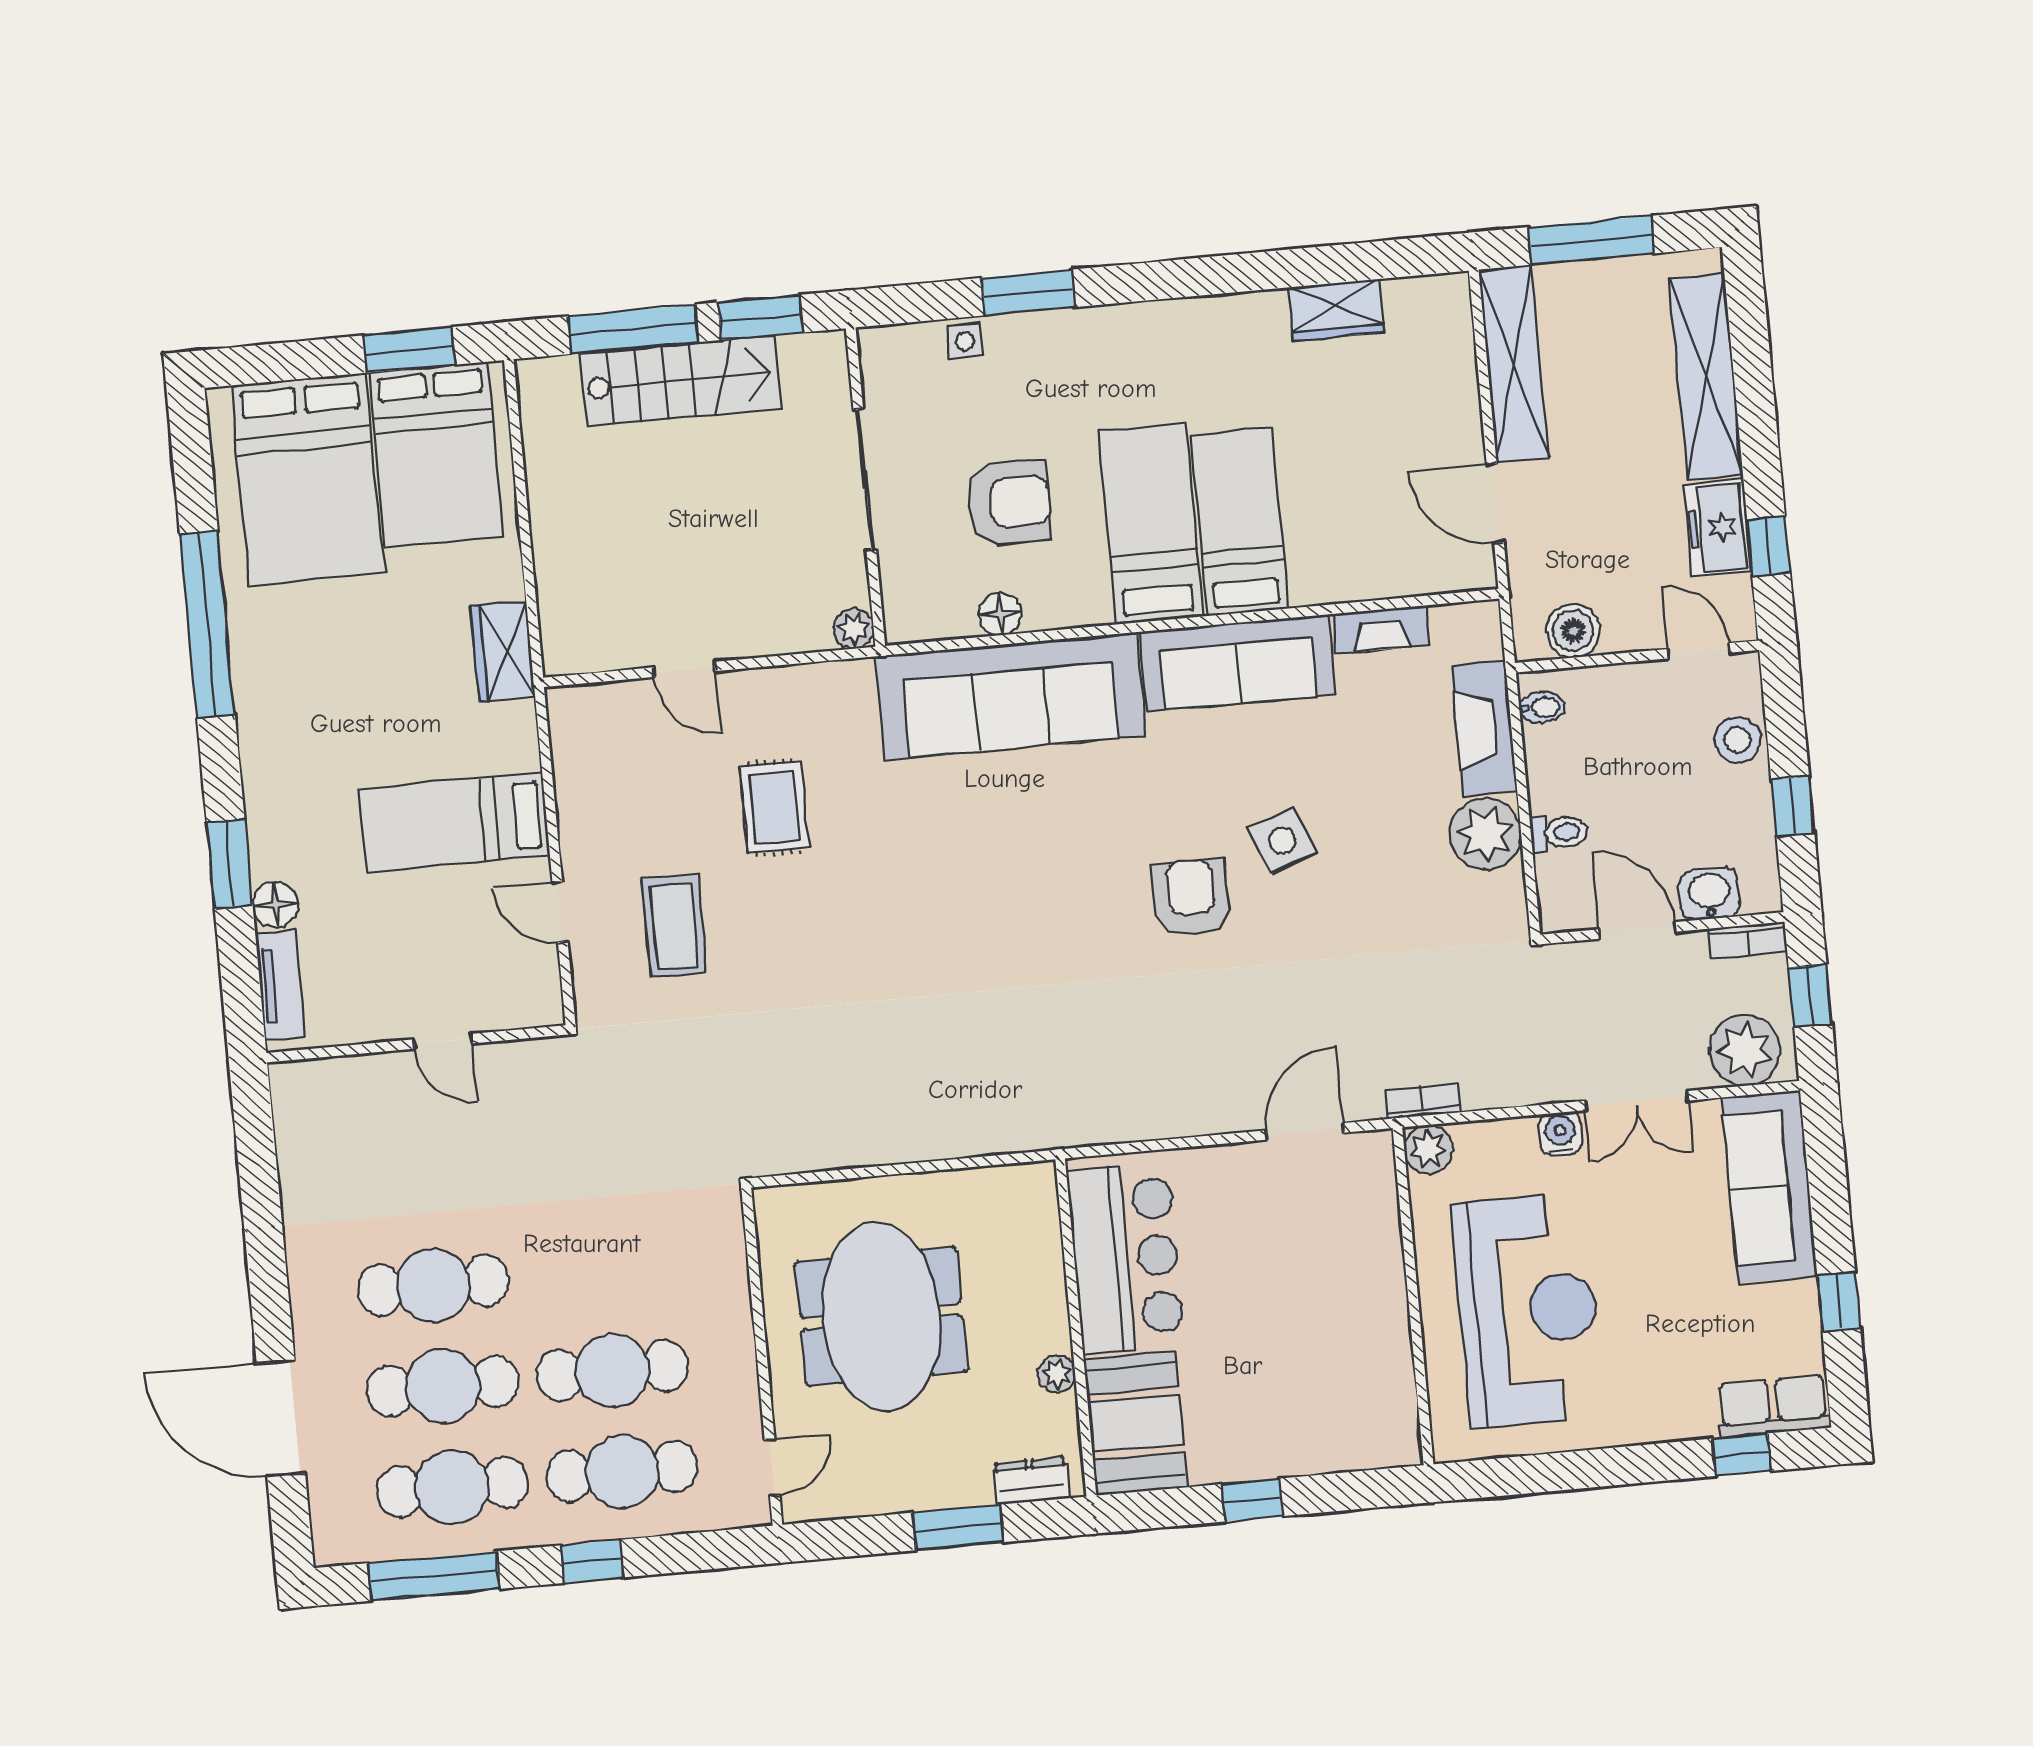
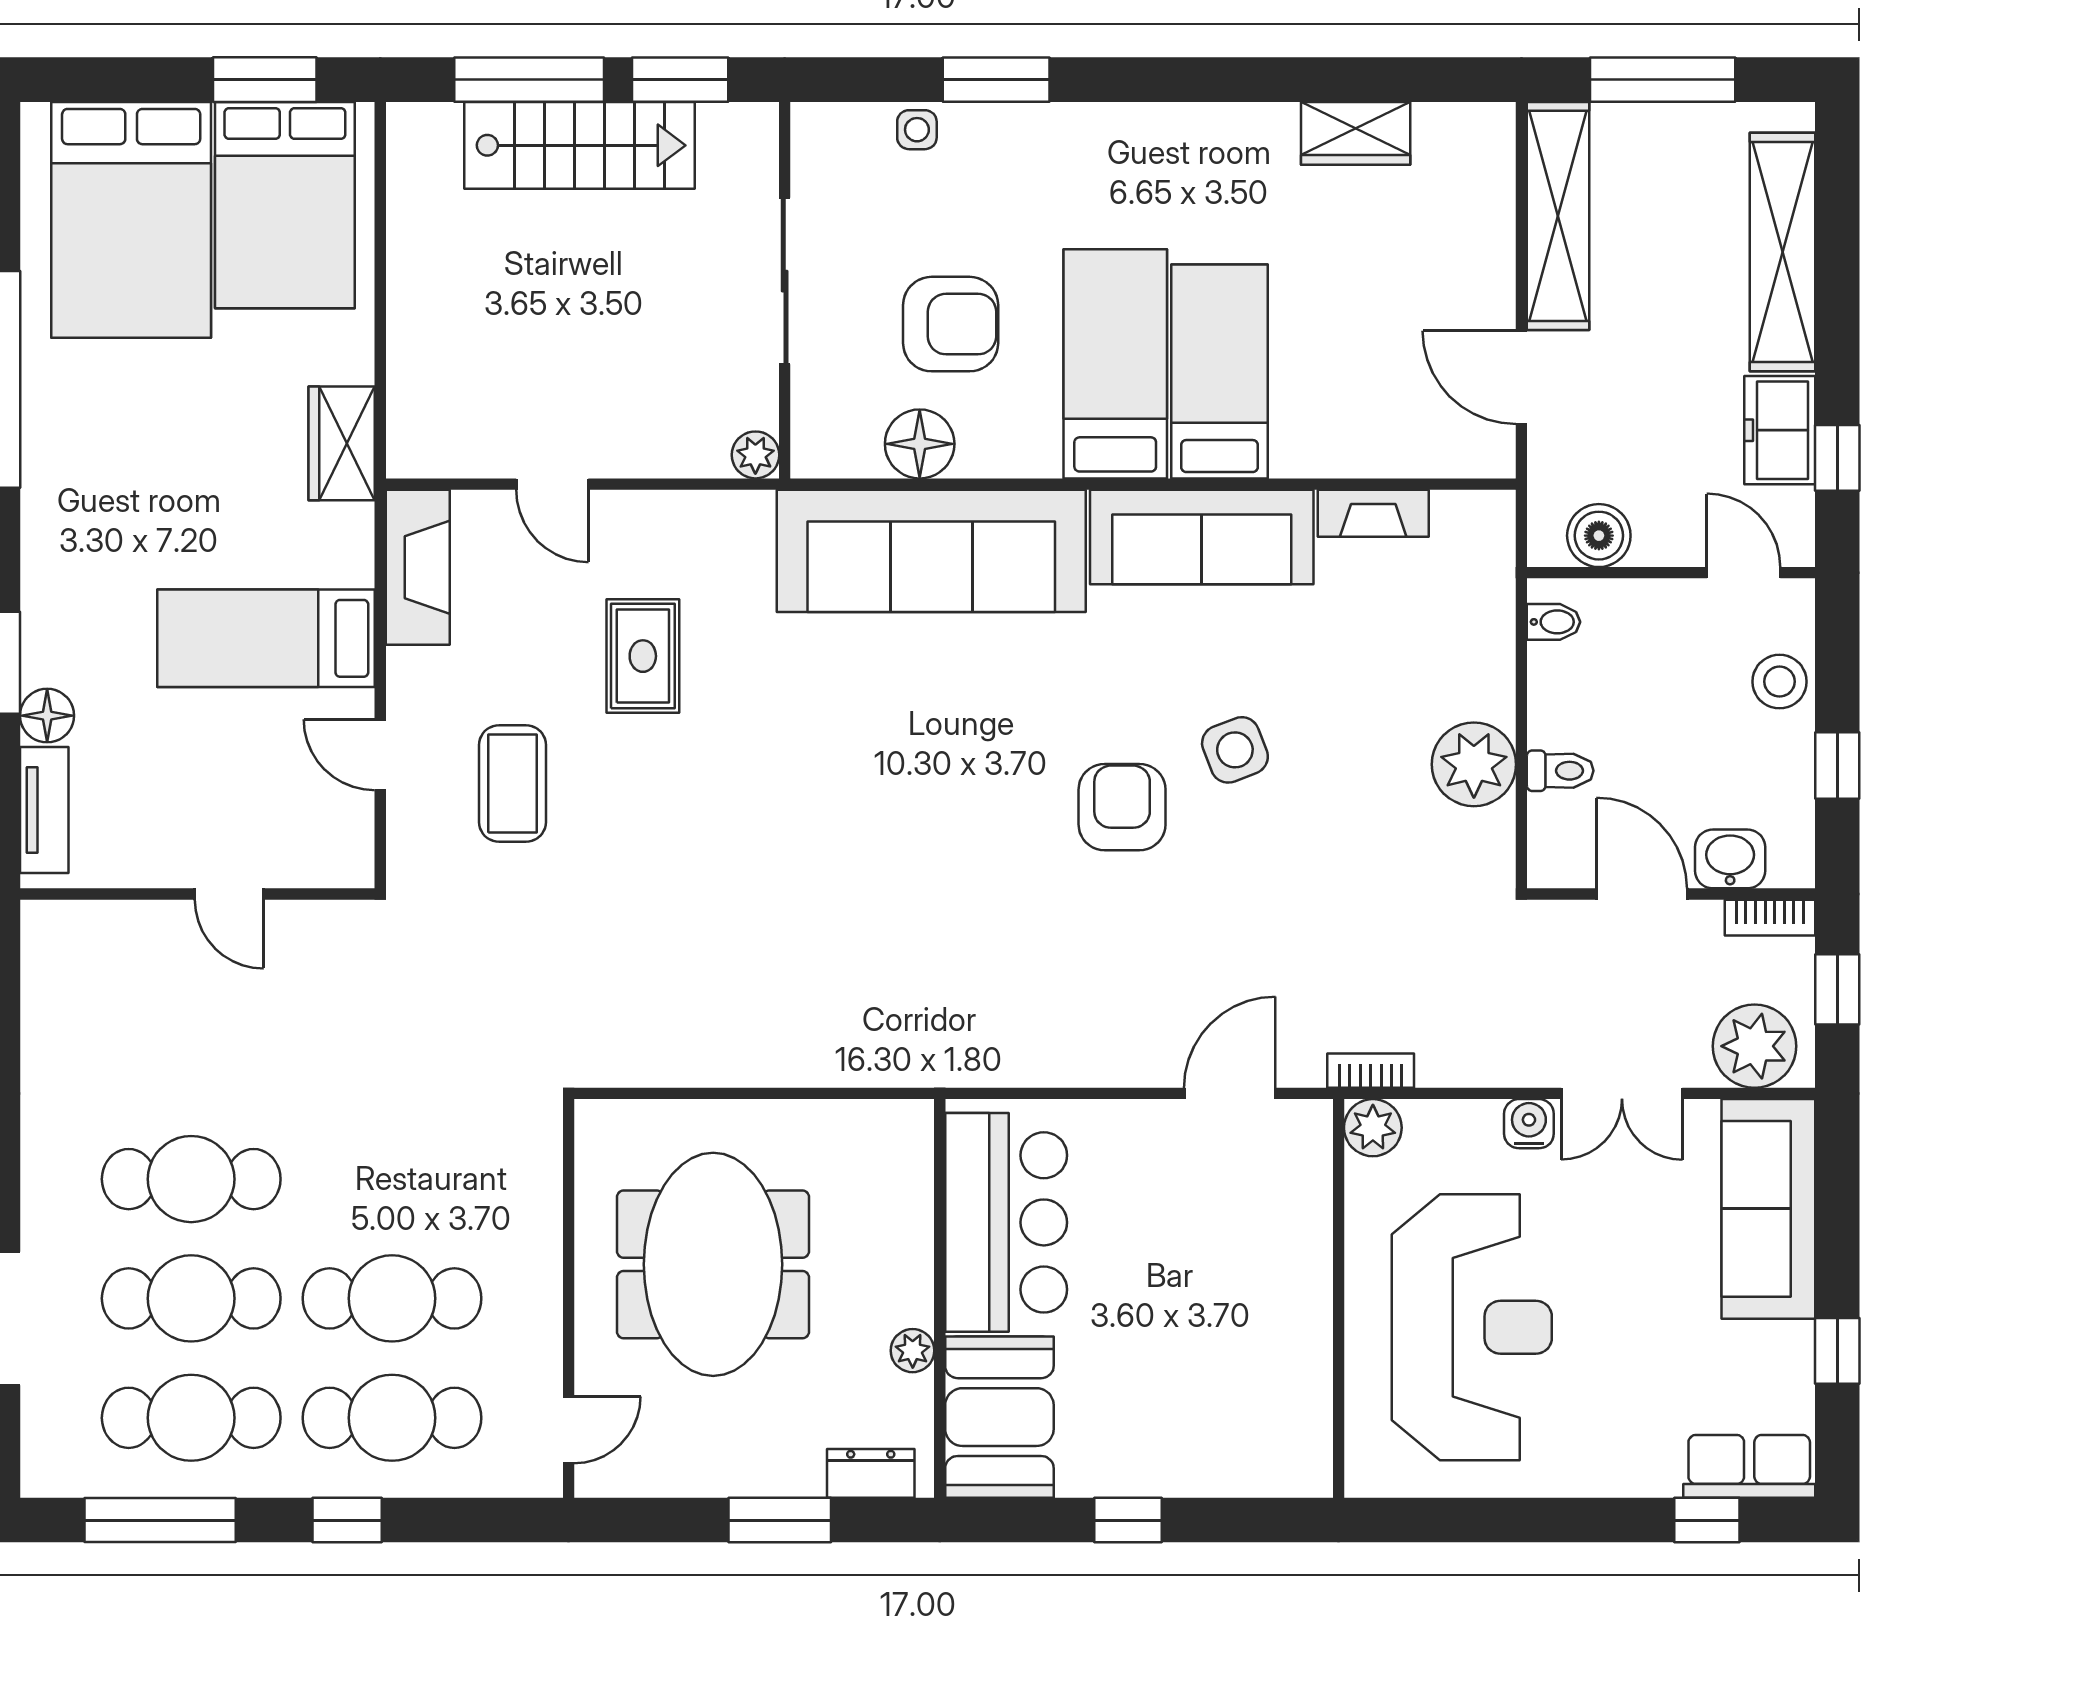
floor lamp: (1000, 614) -> (920, 444), width x1.38, depth x1.38
fireplace: (1484, 728) -> (418, 567), moved, turned 180

